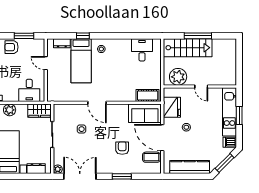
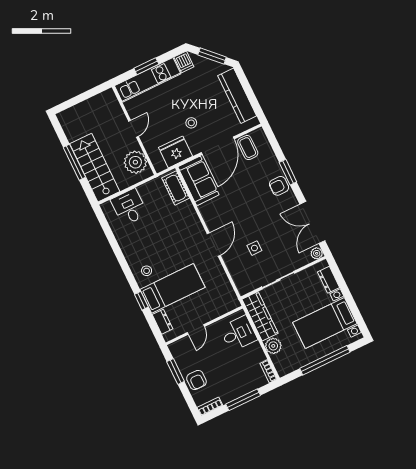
desk: (142, 50) -> (129, 207), moved, turned 90
wardrobe: (40, 111) -> (260, 316), width x1.50
armchair: (122, 148) -> (279, 186), moved

